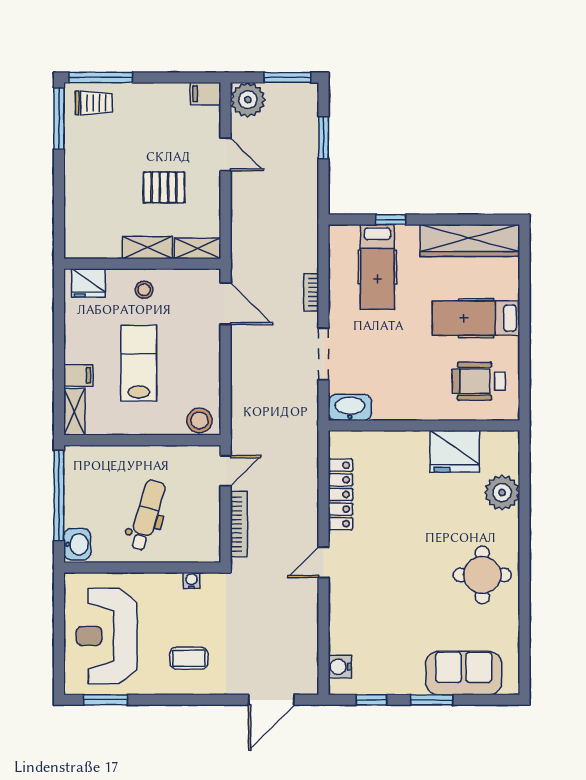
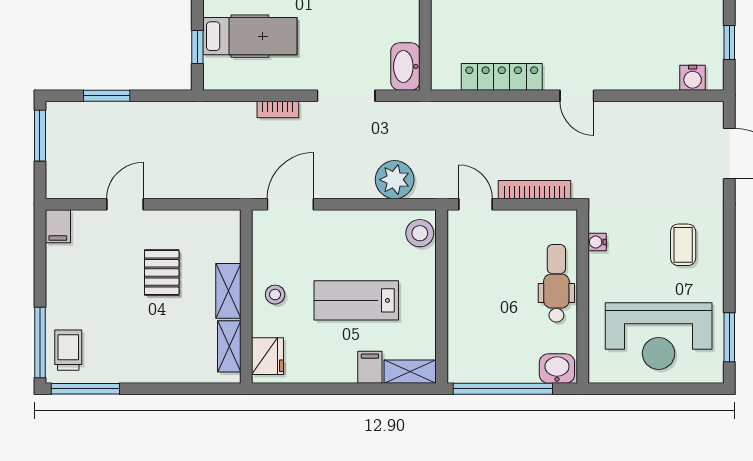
plant: (248, 100) -> (395, 180), moved
window: (391, 220) -> (197, 47), moved
shelving: (197, 248) -> (229, 346), moved
dental chair: (147, 515) -> (556, 283), moved, turned 74

